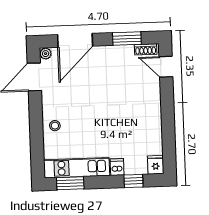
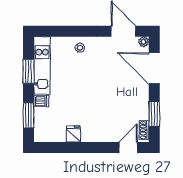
fridge: (156, 165) -> (73, 134), moved, turned -90
window: (134, 181) -> (29, 115), width x1.50
window: (70, 183) -> (29, 71), moved

